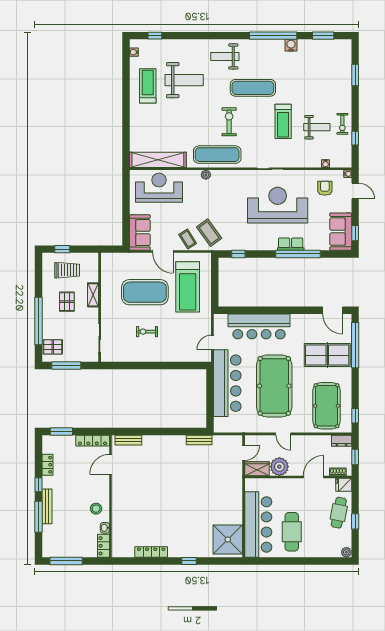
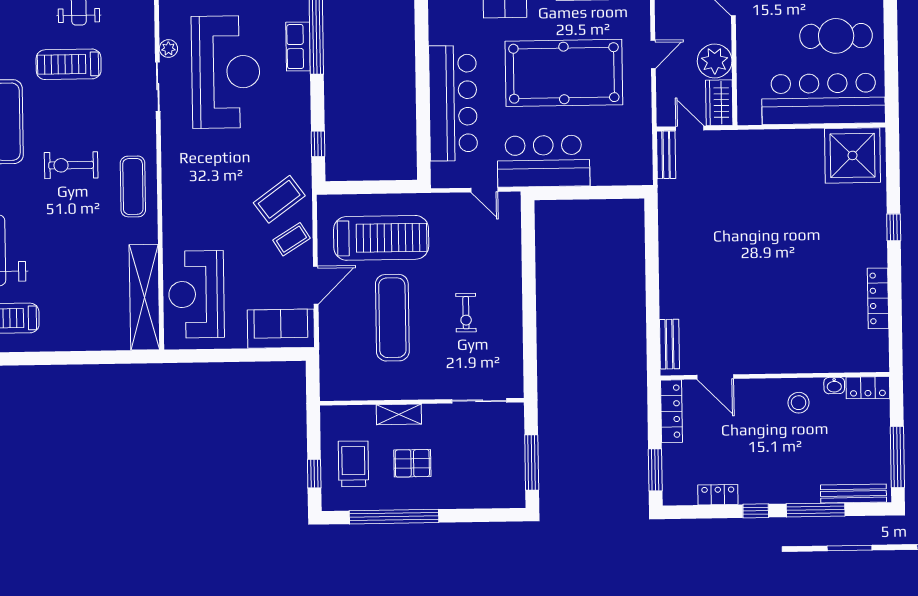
treadmill: (283, 121) -> (69, 64), turned 180
exercise mat: (217, 155) -> (133, 186), width x0.73, depth x0.69
plant: (206, 175) -> (168, 48), moved
reception desk: (278, 205) -> (226, 72), turned 180
exercise mat: (145, 292) -> (392, 318), width x0.68
window: (39, 321) -> (394, 517), moved
pallet: (53, 347) -> (497, 488), removed
bar counter: (227, 383) -> (543, 161), width x0.73
bench: (199, 440) -> (666, 155), moved
bench: (47, 506) -> (853, 493), moved

